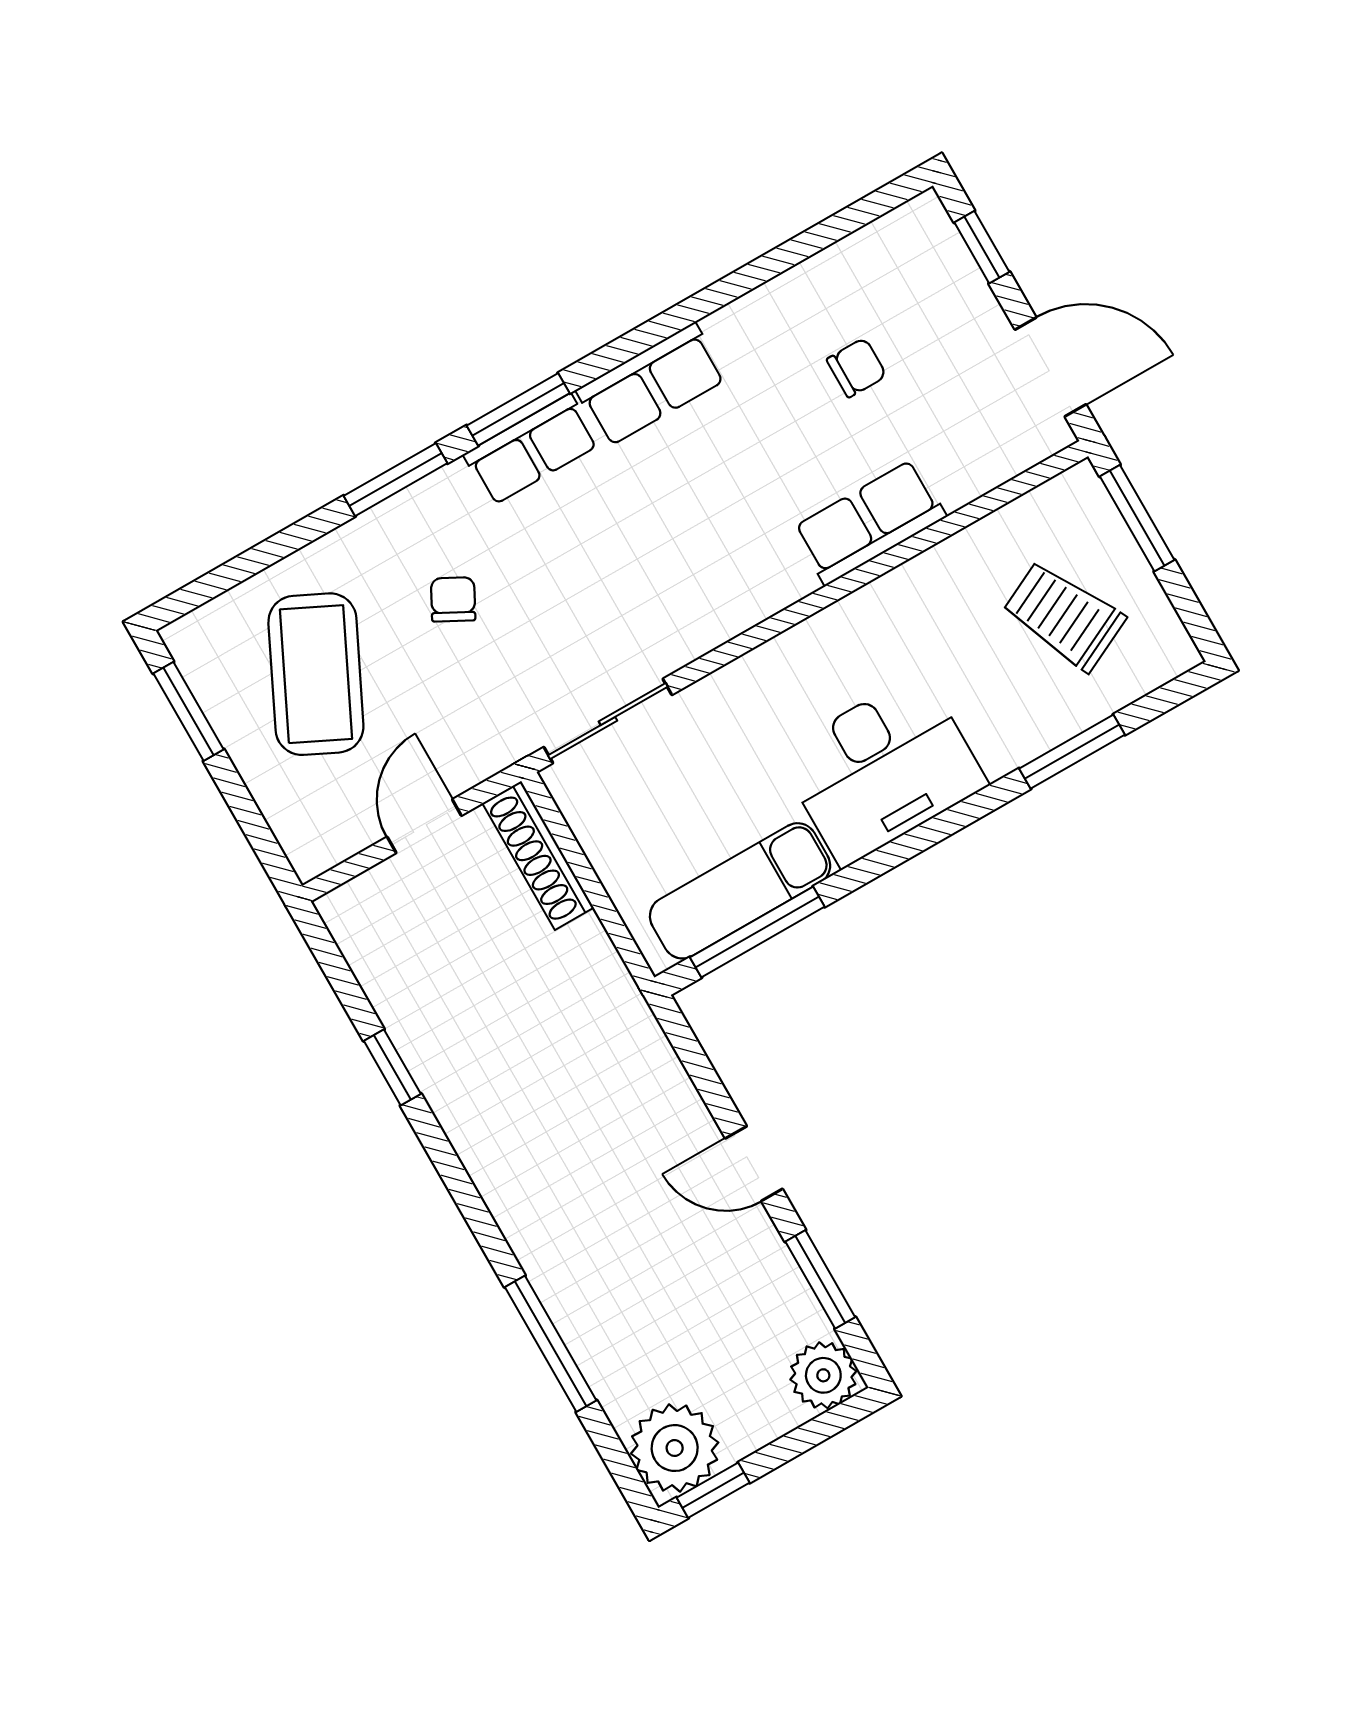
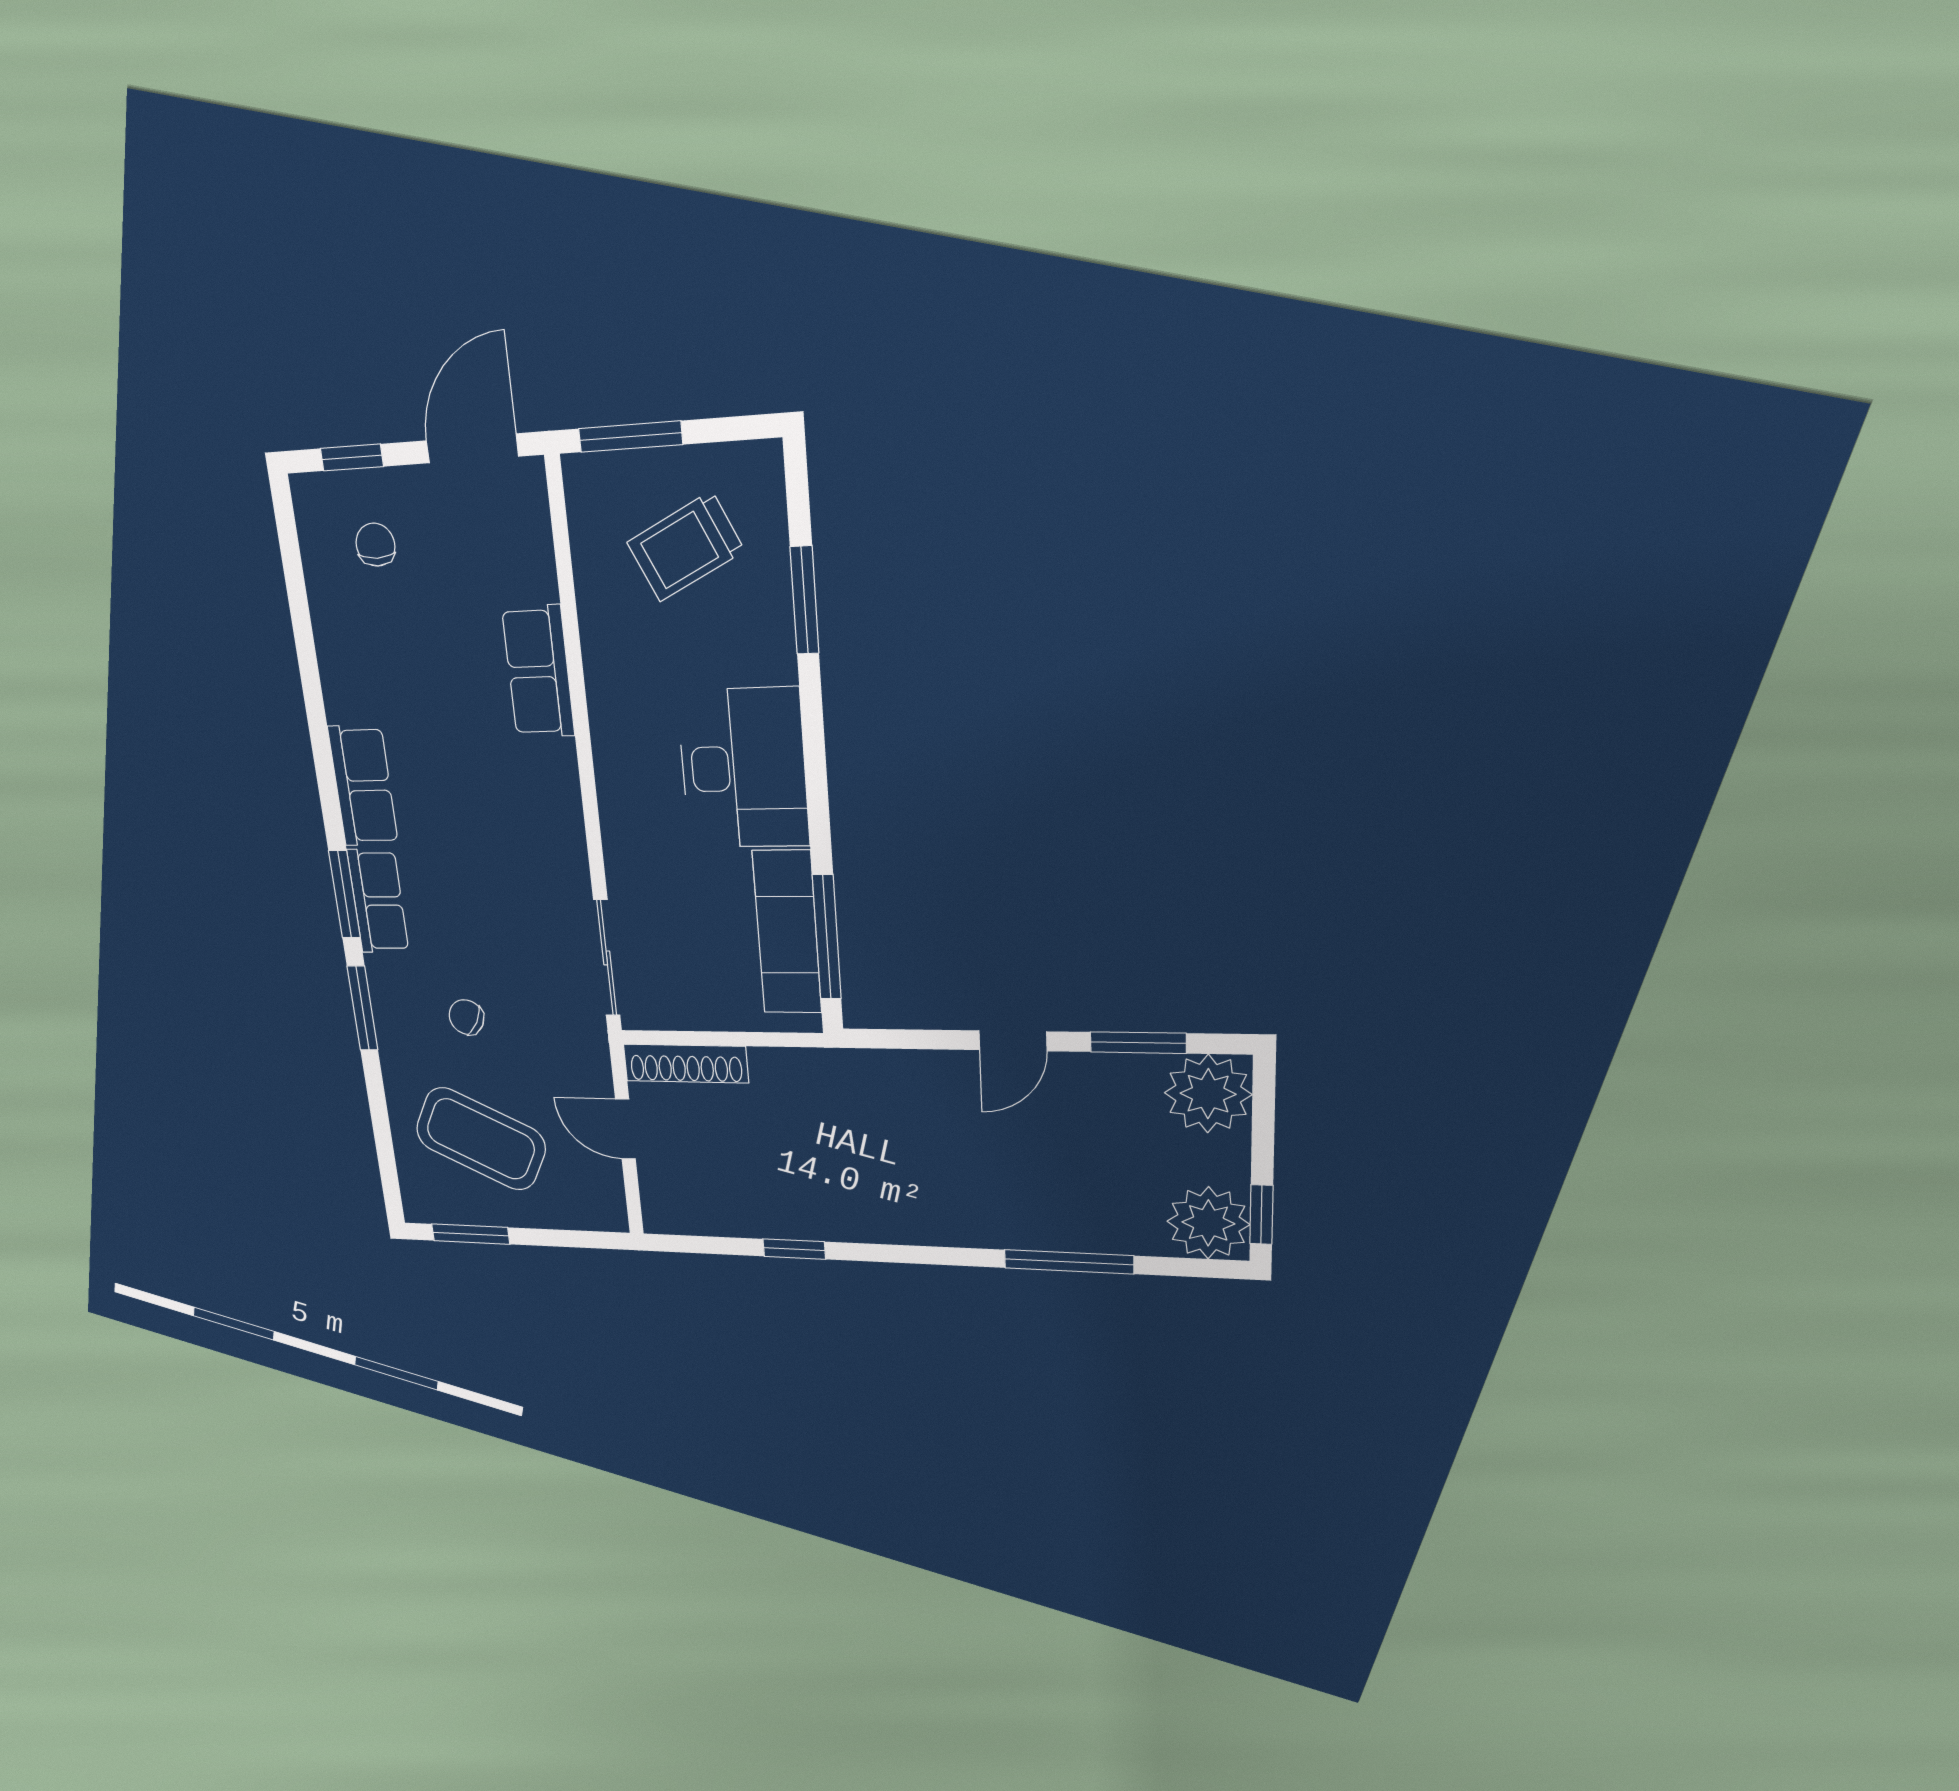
chair: (857, 368) -> (375, 545), moved
plant: (823, 1375) -> (1208, 1094), width x1.36, depth x1.36

